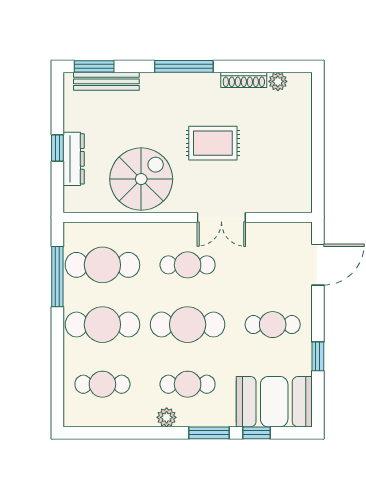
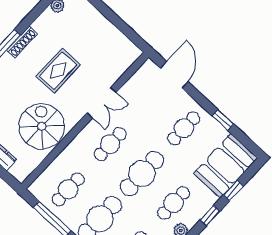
shoe rack: (244, 80) -> (22, 42), moved
cafe table: (102, 265) -> (68, 189), width x0.73, depth x0.74
window: (209, 433) -> (210, 216), width x0.67

